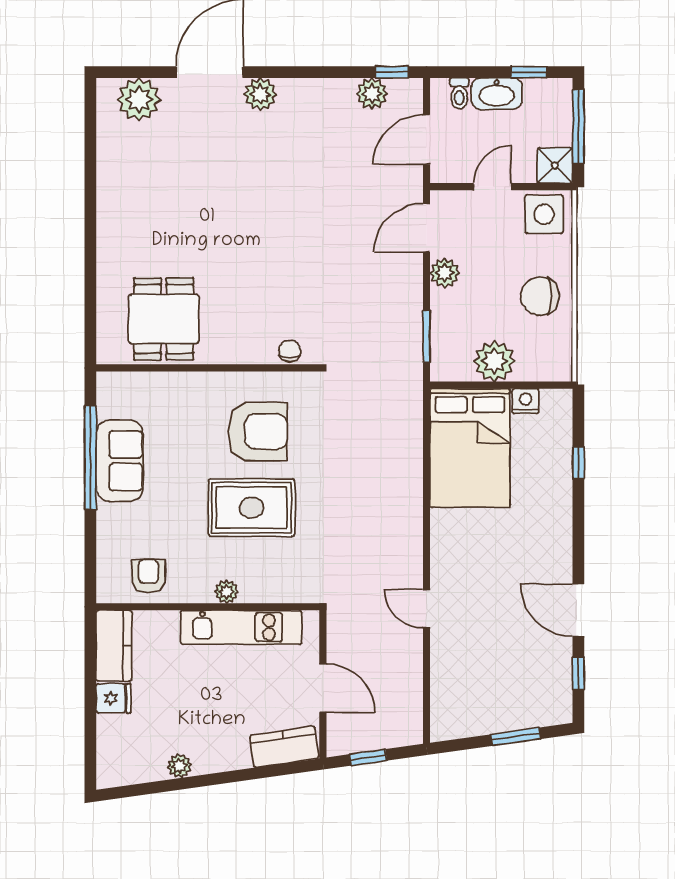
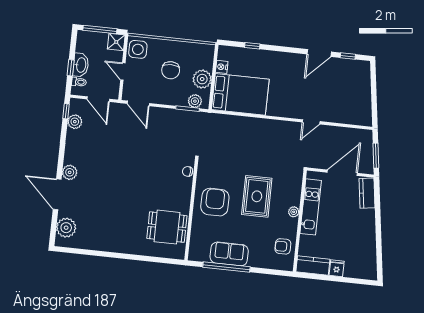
window: (529, 72) -> (71, 68), moved
plant: (445, 273) -> (195, 101), moved
chair: (540, 296) -> (171, 70), moved
armchair: (258, 432) -> (215, 202), moved
door: (323, 688) -> (342, 173), width x1.36
window: (516, 737) -> (374, 88), removed
window: (368, 757) -> (376, 156), width x1.50
plant: (179, 766) -> (371, 242), removed

